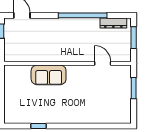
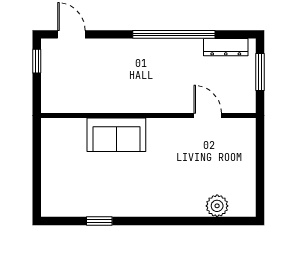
window: (134, 88) -> (260, 157), removed
plant: (108, 117) -> (217, 206), added

